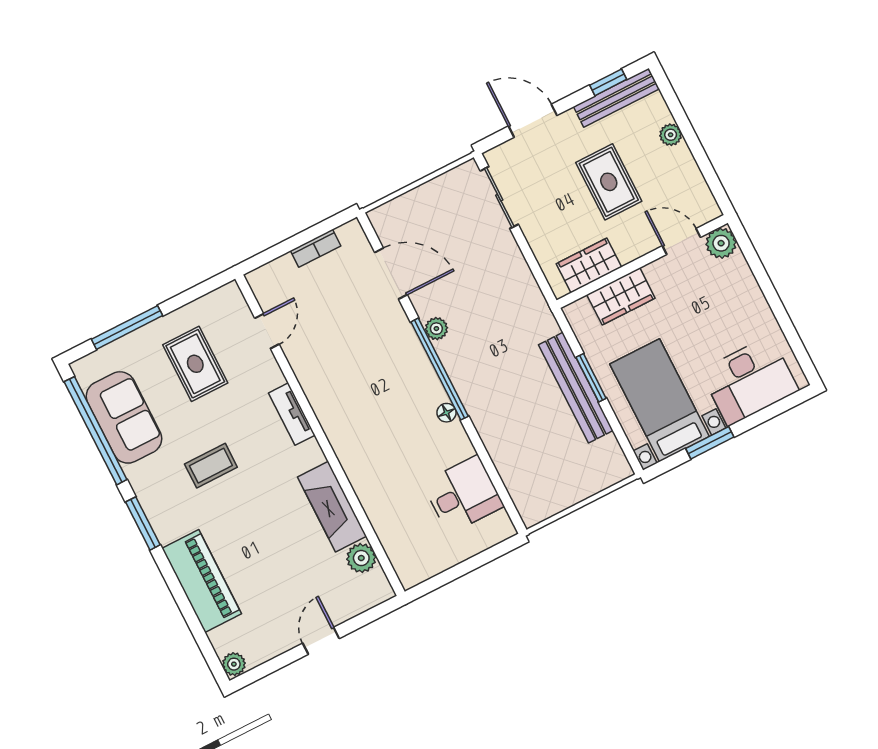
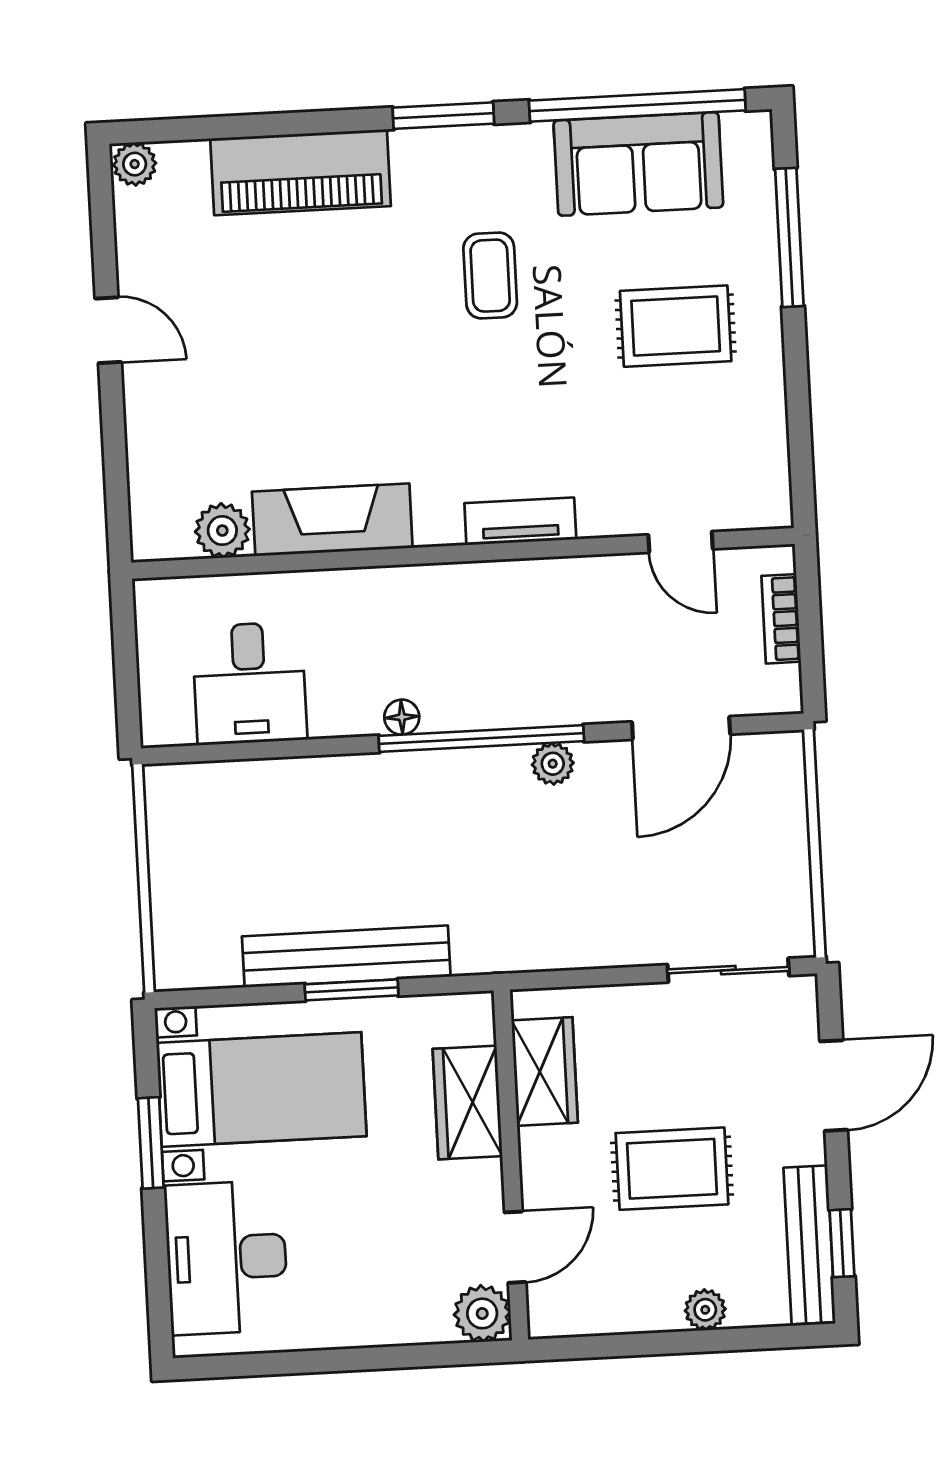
door: (267, 331) -> (681, 542), moved
tv unit: (292, 414) -> (520, 521), moved
wall: (320, 435) -> (463, 553), moved
fireplace: (332, 507) -> (332, 520), moved
plant: (361, 558) -> (222, 531), moved

